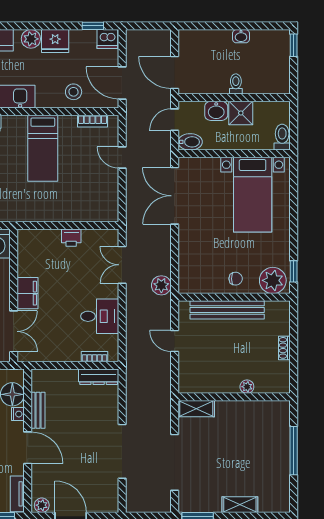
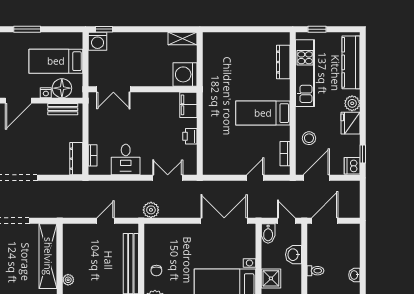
shower: (241, 113) -> (271, 278), moved
filing cabinet: (27, 293) -> (188, 105), moved, turned 90
shelving: (196, 409) -> (48, 256), width x2.20, depth x1.33
bench: (38, 410) -> (63, 109), moved

